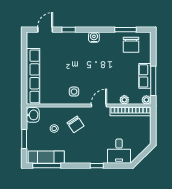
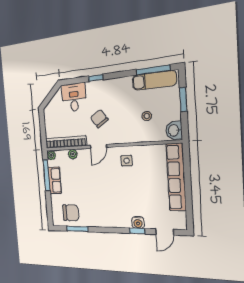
water cooler: (94, 37) -> (138, 223), moved
chair: (131, 45) -> (71, 213), turned 90
chair: (75, 124) -> (99, 119), moved

